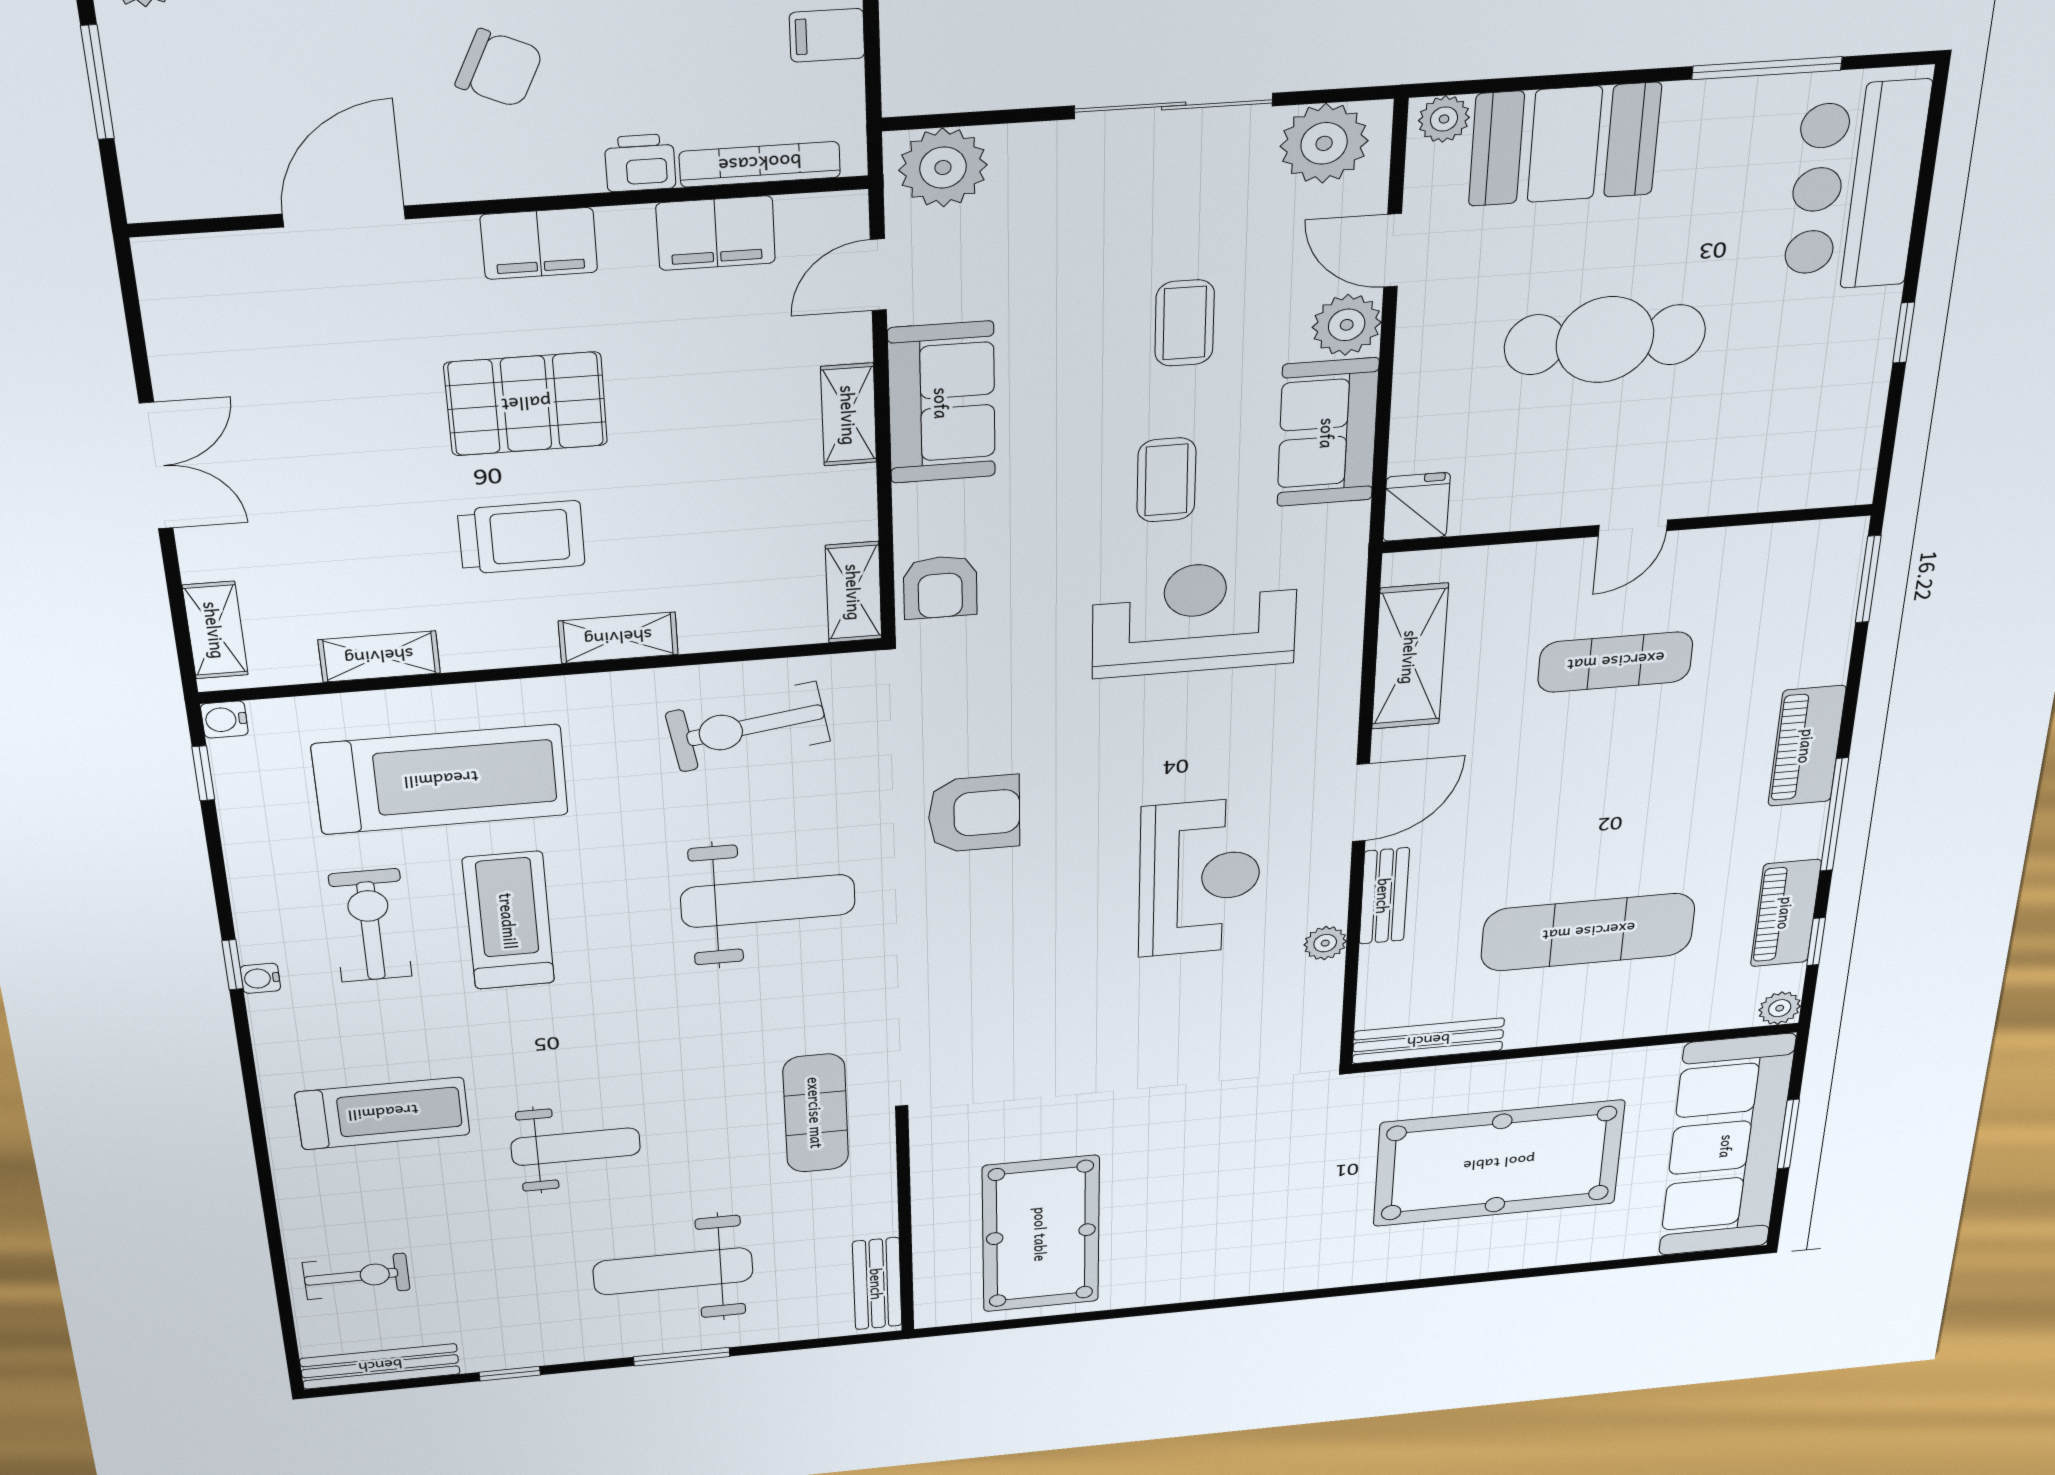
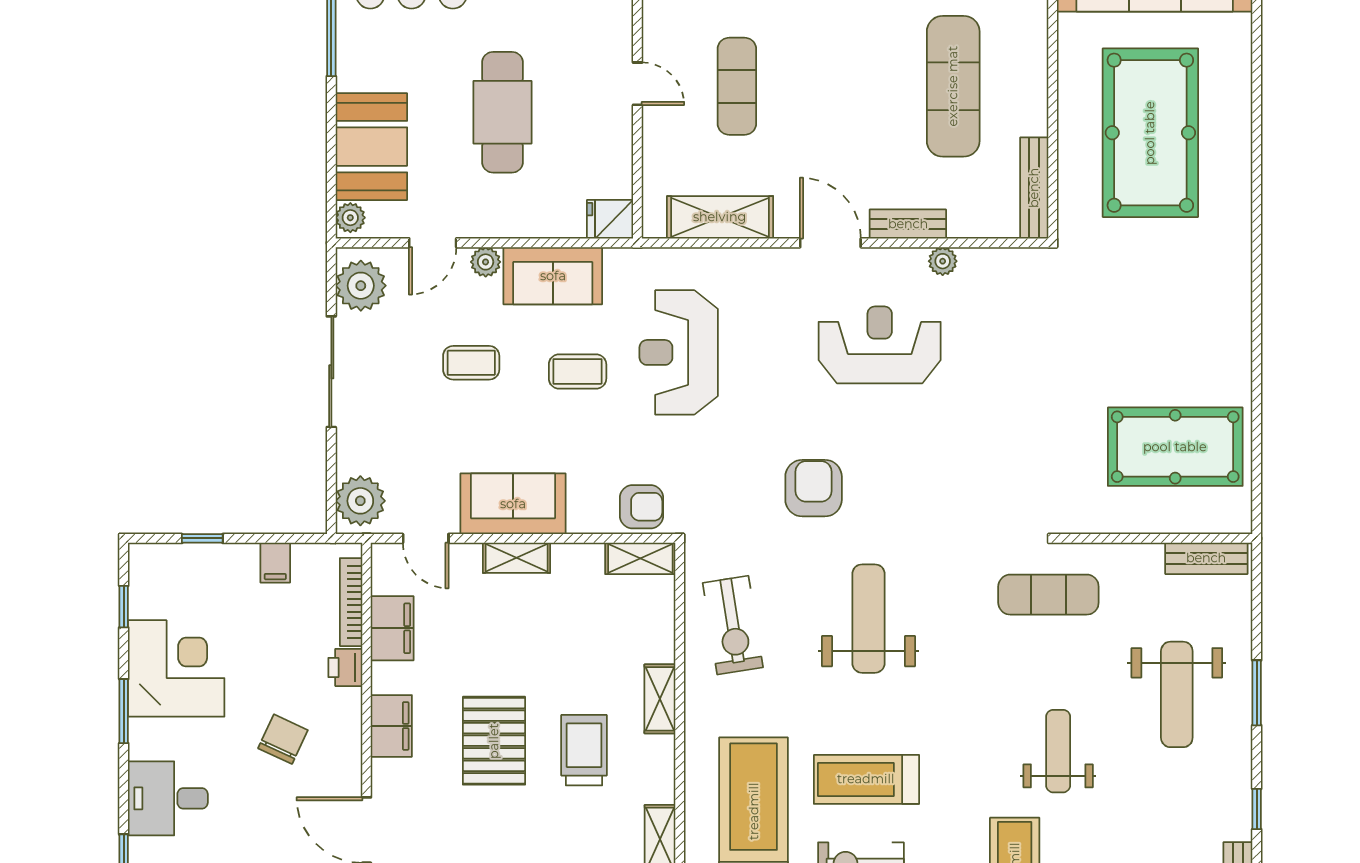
plant: (1347, 325) -> (486, 262), width x0.73, depth x0.73

